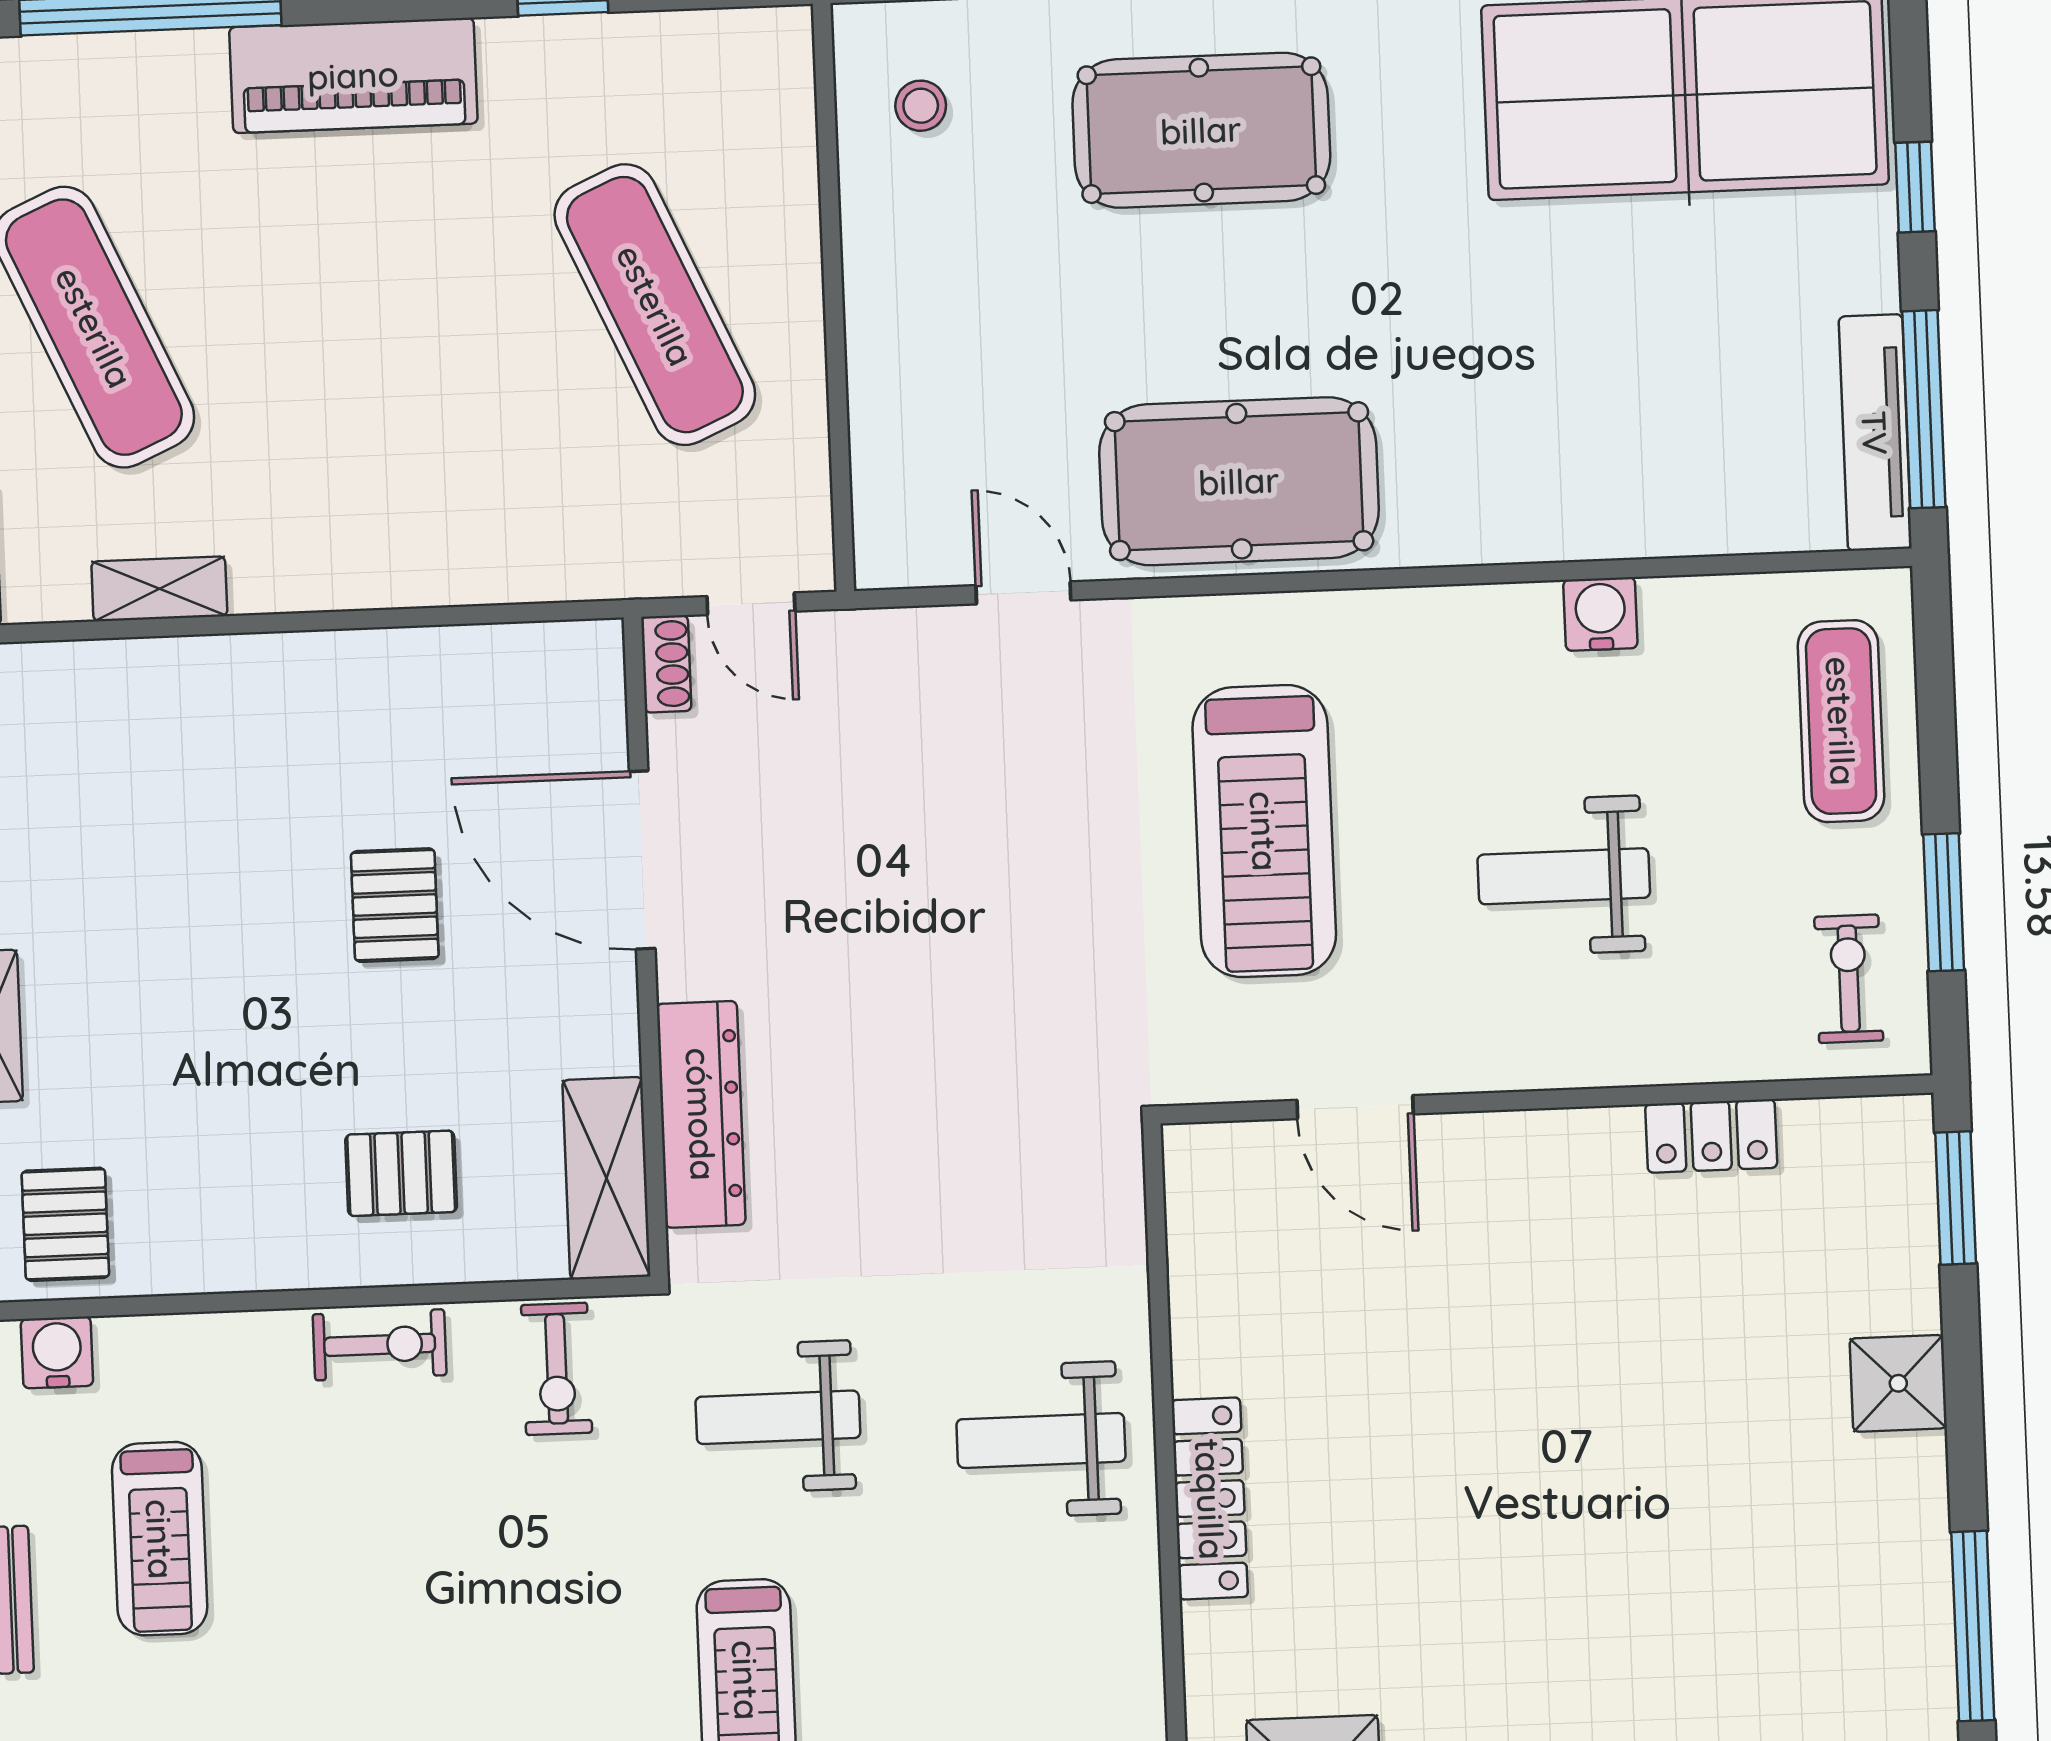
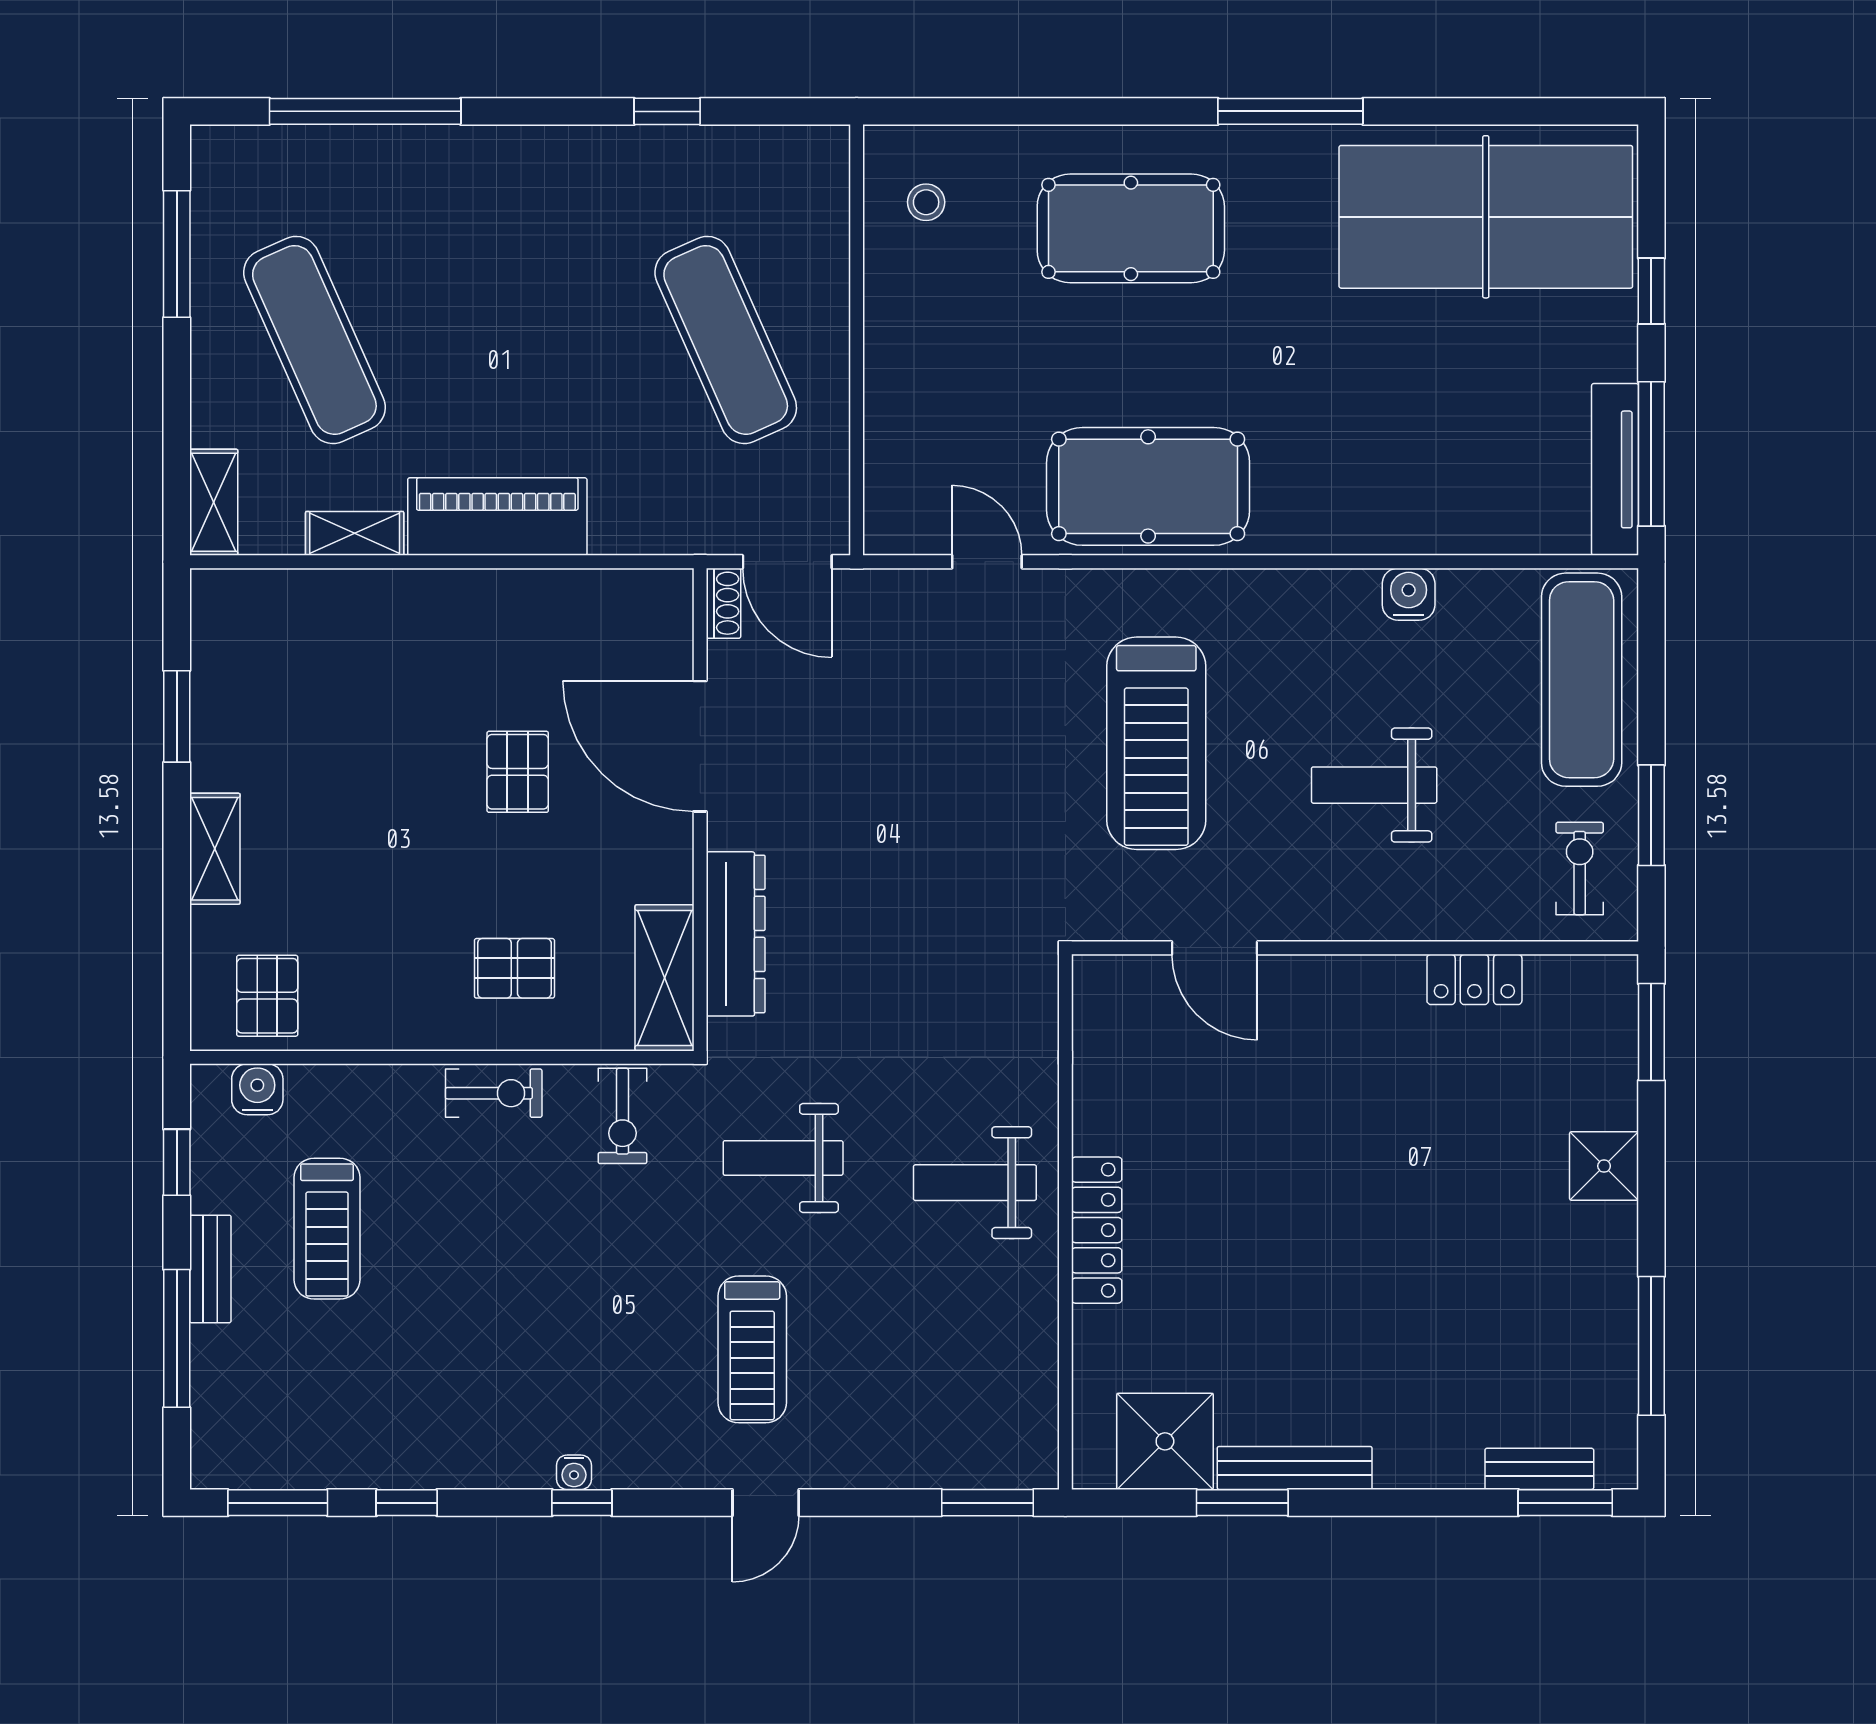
piano: (353, 75) -> (497, 517), moved, turned 180
door: (751, 604) -> (787, 562), width x1.38
exercise mat: (1841, 721) -> (1582, 680), width x1.36, depth x1.45

